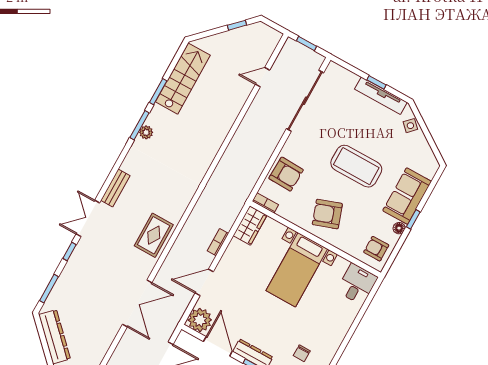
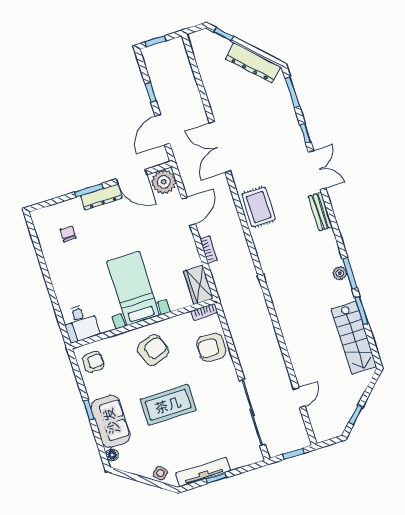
floor lamp: (399, 228) -> (112, 455), moved

